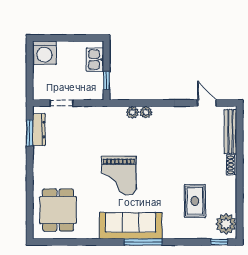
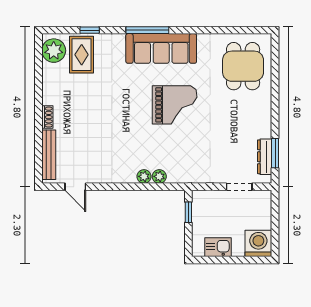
kitchen sink: (95, 60) -> (218, 247), moved, turned -90
grand piano: (119, 176) -> (175, 105), turned 90
rug: (195, 201) -> (82, 55), moved
window: (219, 242) -> (90, 30), moved

